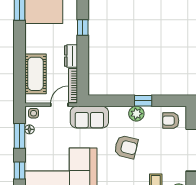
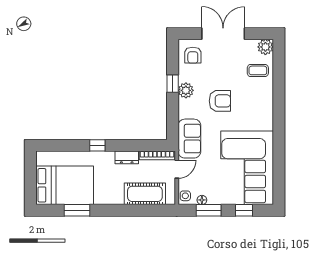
door: (59, 105) -> (177, 169), swing flipped
armchair: (126, 147) -> (220, 101), turned 76

